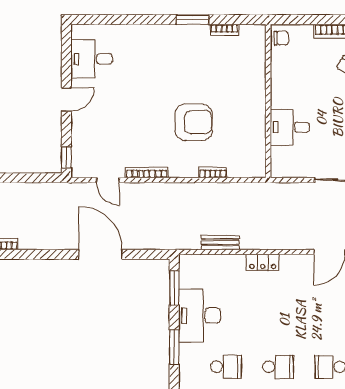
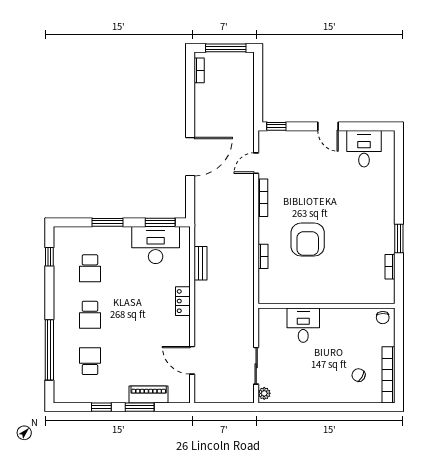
desk: (200, 316) -> (156, 245), moved

